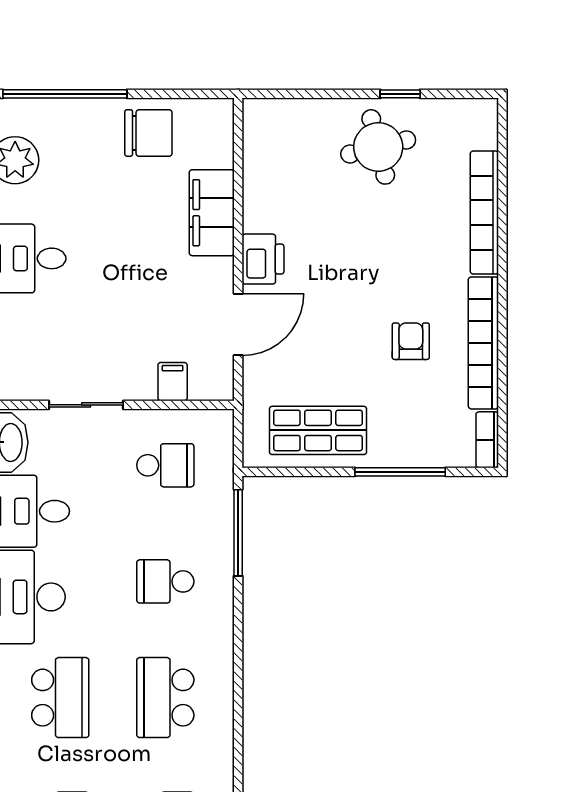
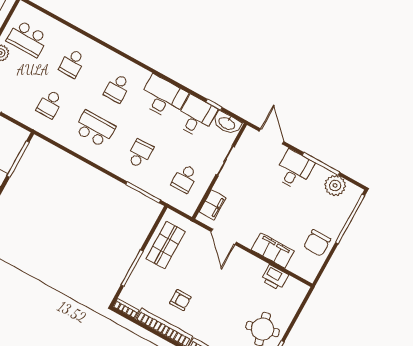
printer: (263, 259) -> (275, 277), moved
filing cabinet: (173, 382) -> (213, 205), width x2.00
school desk: (60, 698) -> (117, 88), width x0.54

